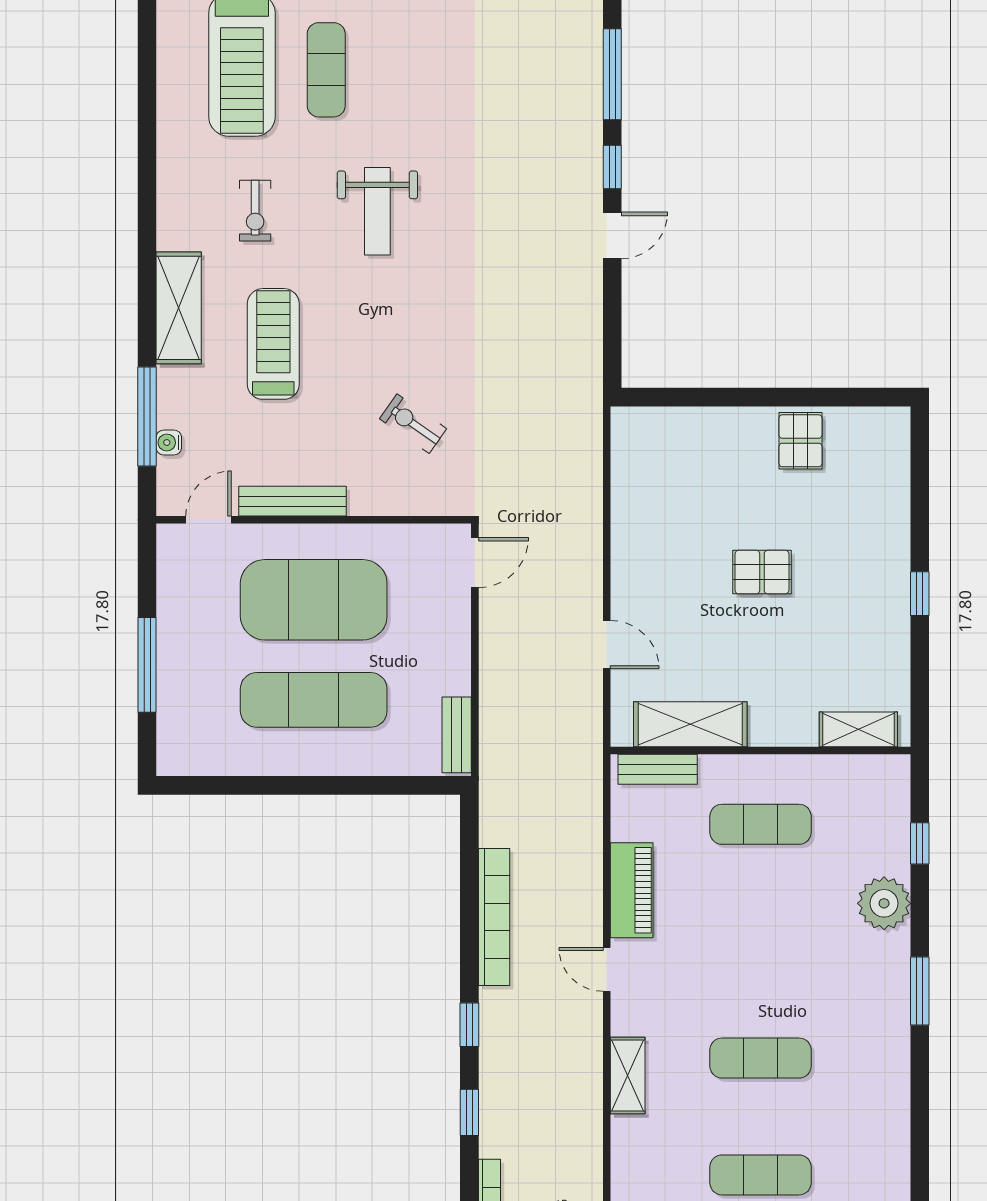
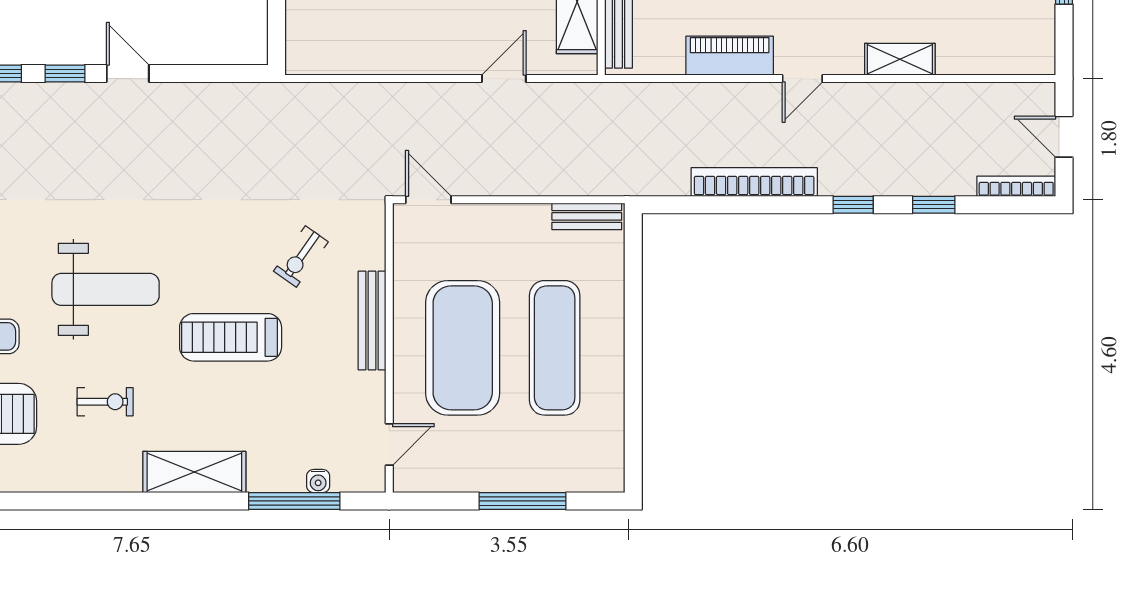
weight bench: (377, 211) -> (106, 289), width x1.36, depth x1.33
treadmill: (273, 344) -> (231, 337), moved
bench: (293, 501) -> (372, 321), moved
door: (209, 520) -> (389, 444), swing flipped

